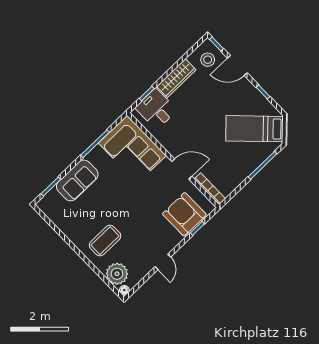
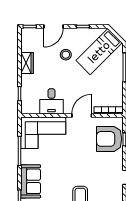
stool: (208, 60) -> (66, 55), moved
wardrobe: (176, 78) -> (27, 63), width x0.67
desk: (156, 109) -> (52, 101), moved, turned -90

